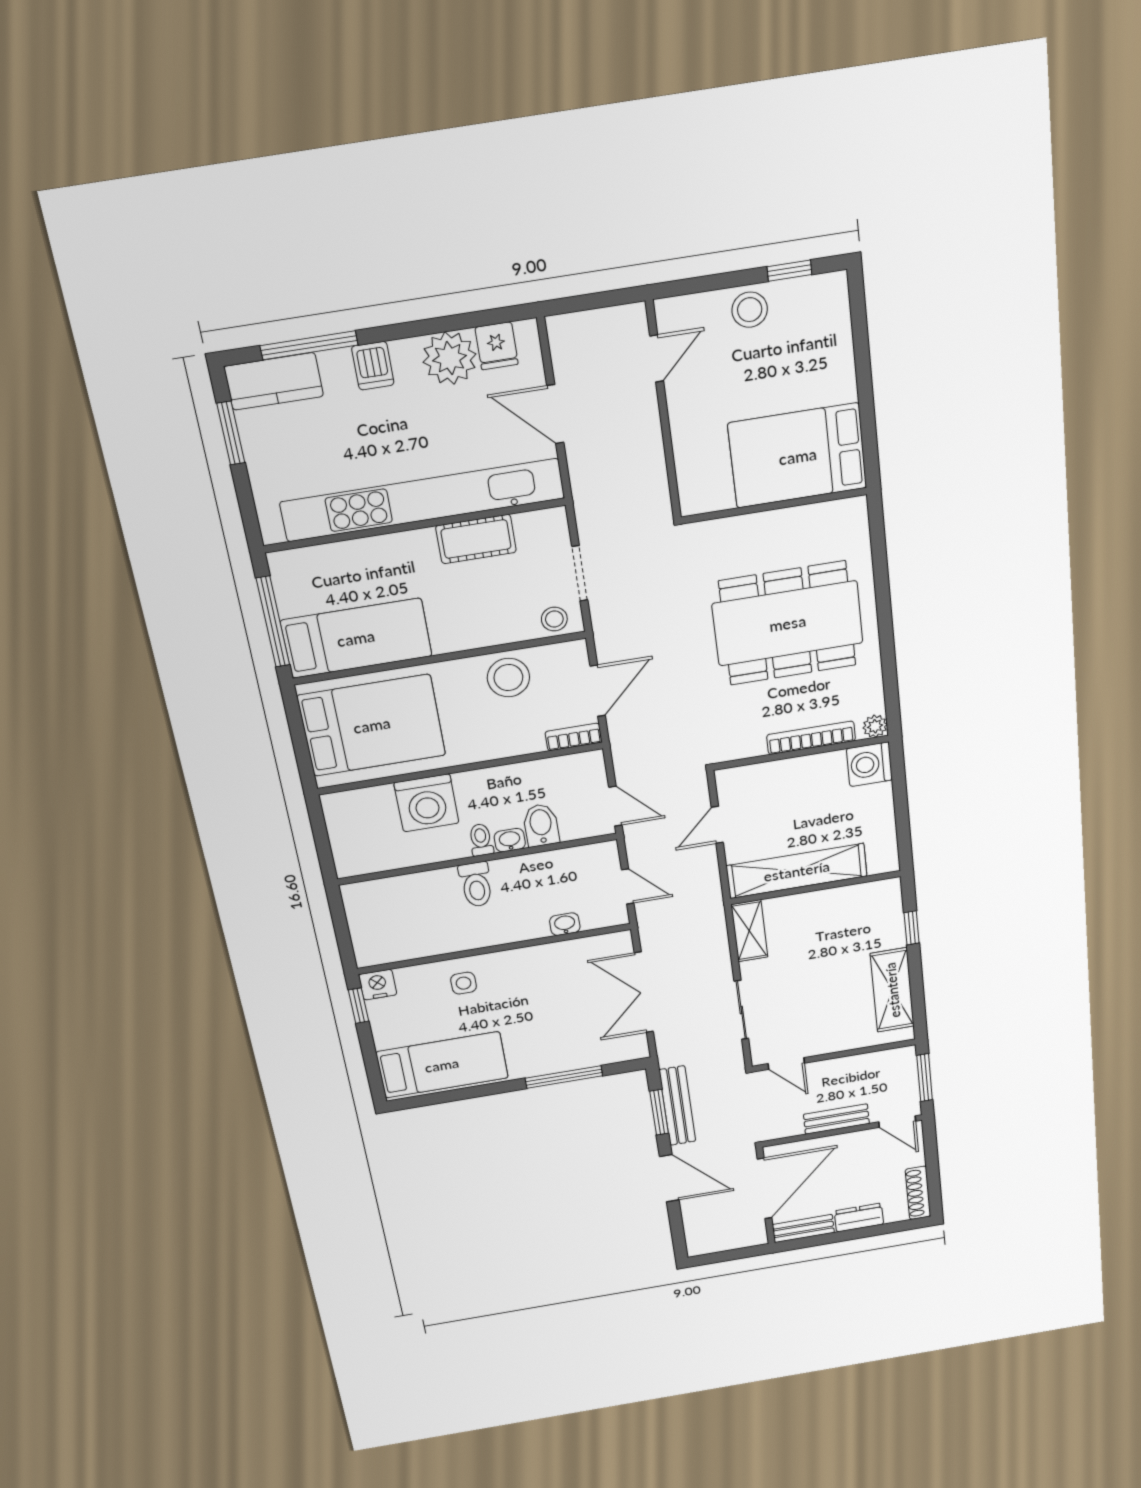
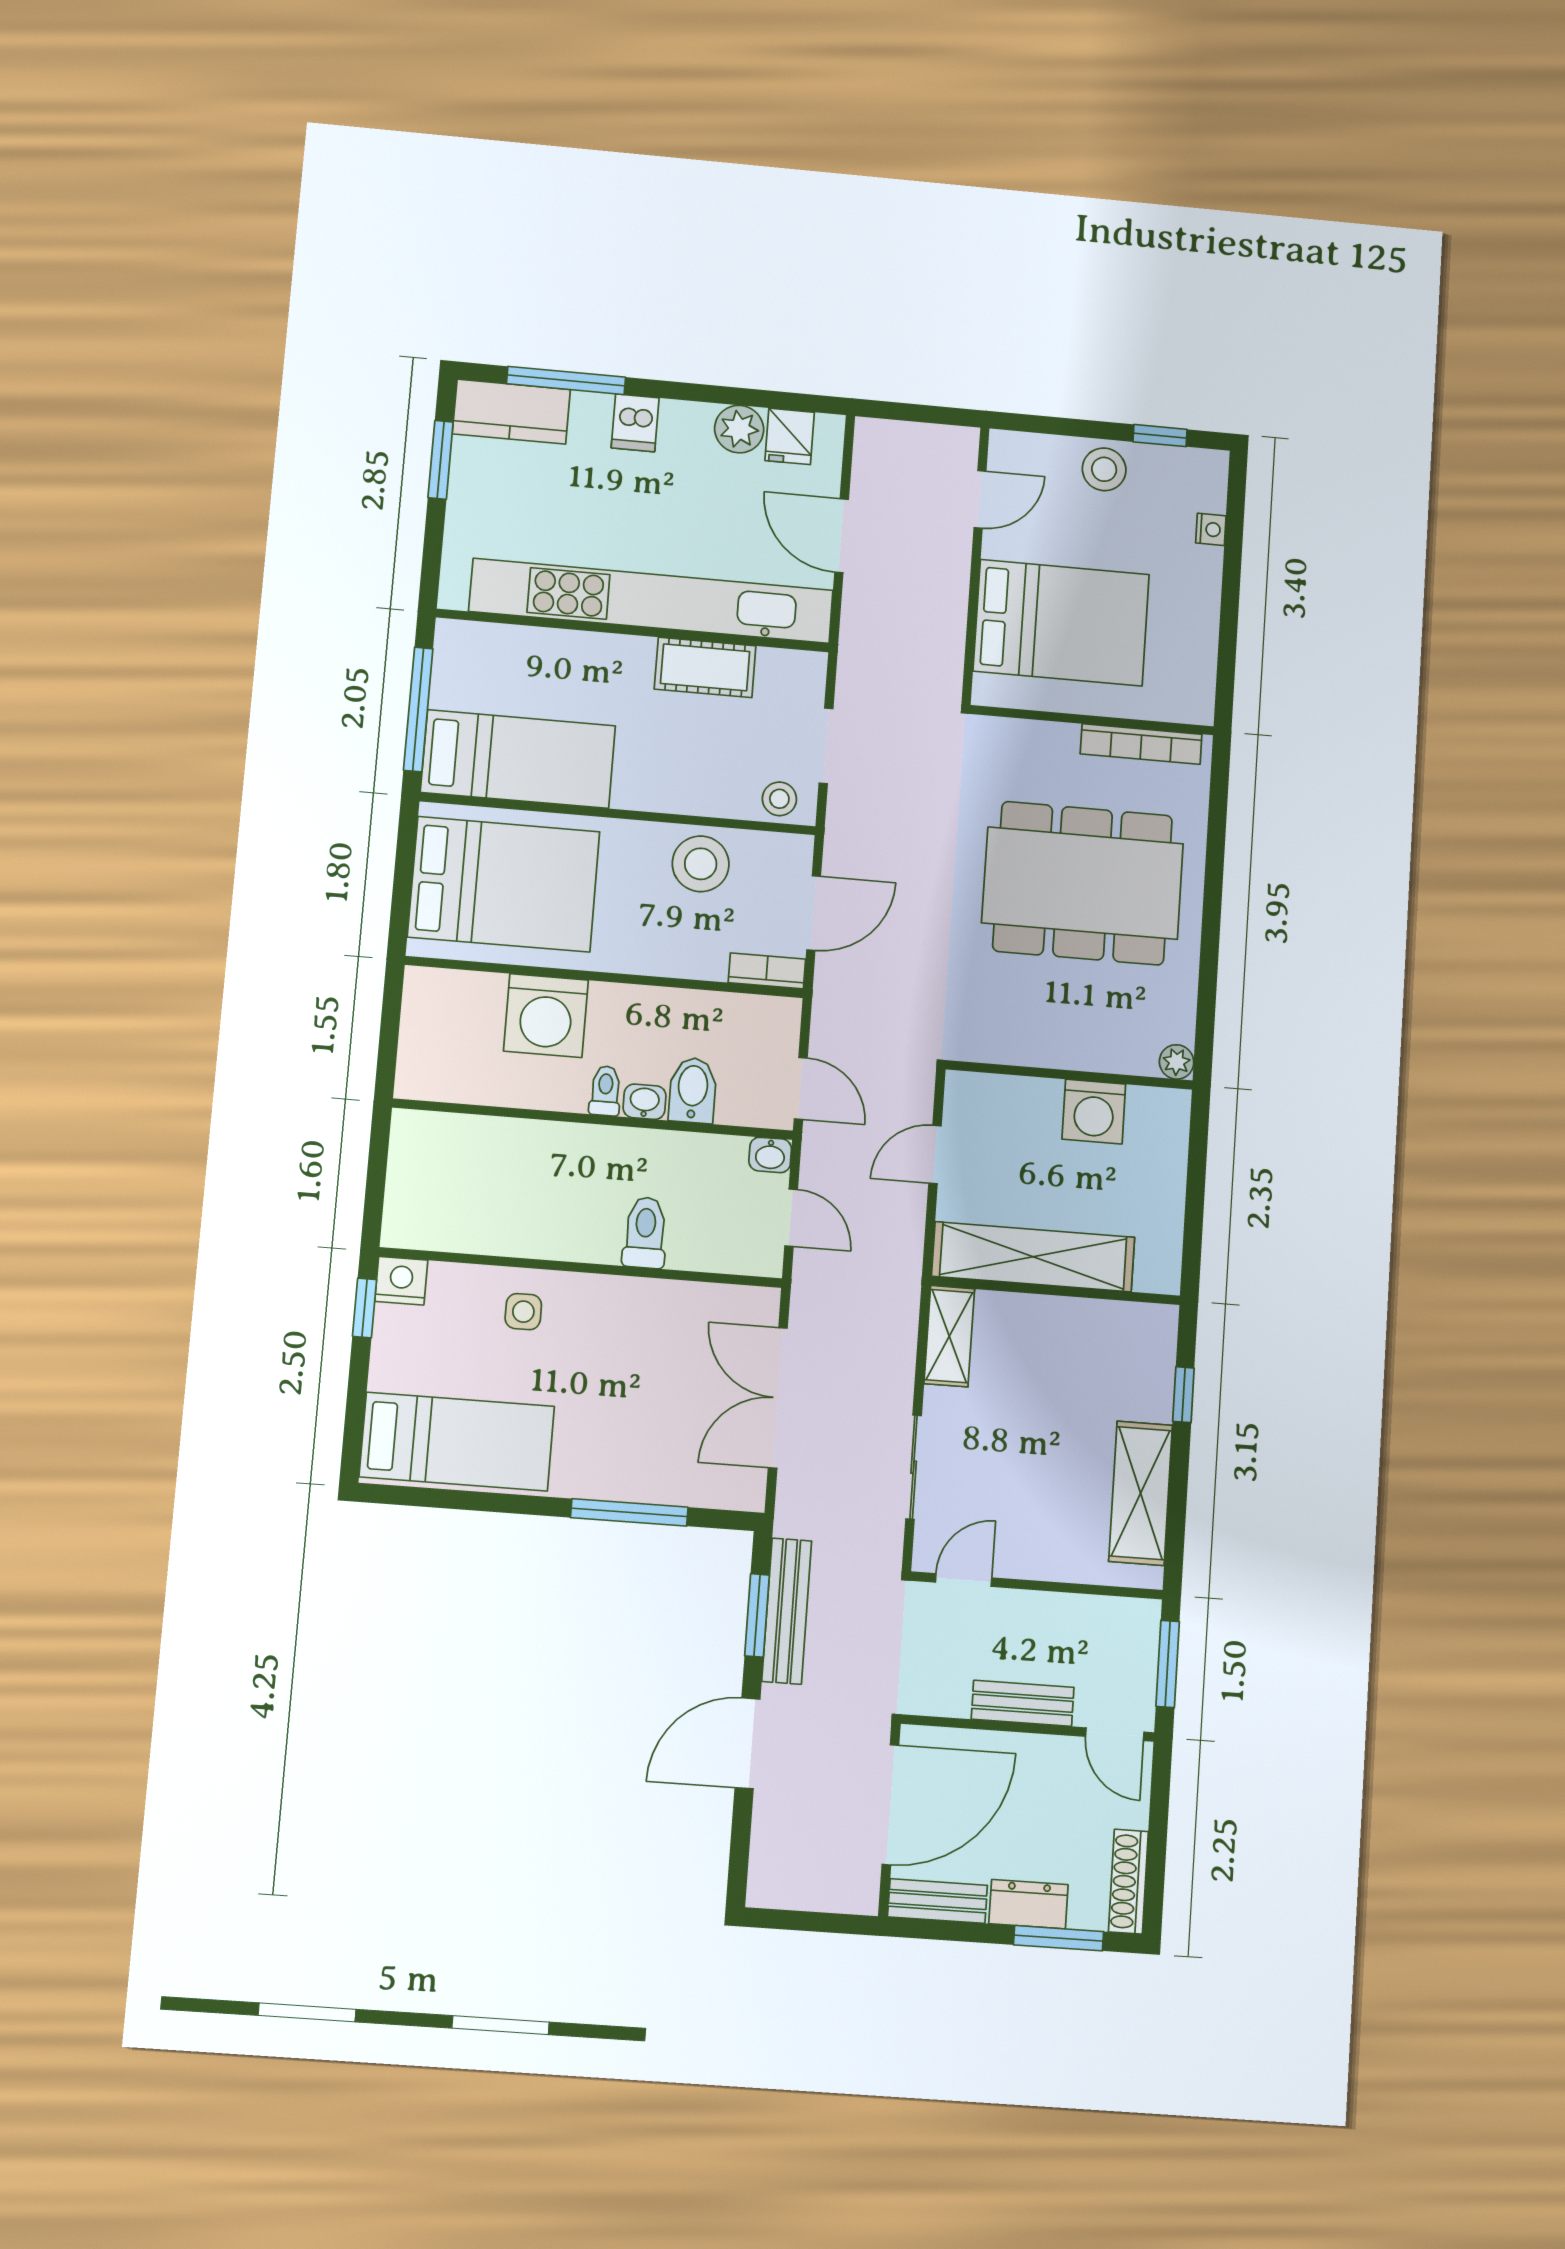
nightstand: (842, 337) -> (1211, 529), added
plant: (450, 358) -> (739, 429), width x0.73, depth x0.73
bed: (798, 456) -> (1061, 623), moved, turned 180
bookcase: (811, 738) -> (1141, 744), moved, turned 180
washing machine: (869, 764) -> (1094, 1112), moved, turned -90
toilet: (476, 885) -> (645, 1233), moved, turned 180
washbasin: (565, 924) -> (770, 1155), moved, turned 180
door: (786, 1063) -> (964, 1580), swing flipped
door: (669, 1178) -> (748, 1743), swing flipped
window: (880, 1230) -> (1059, 1938), added

